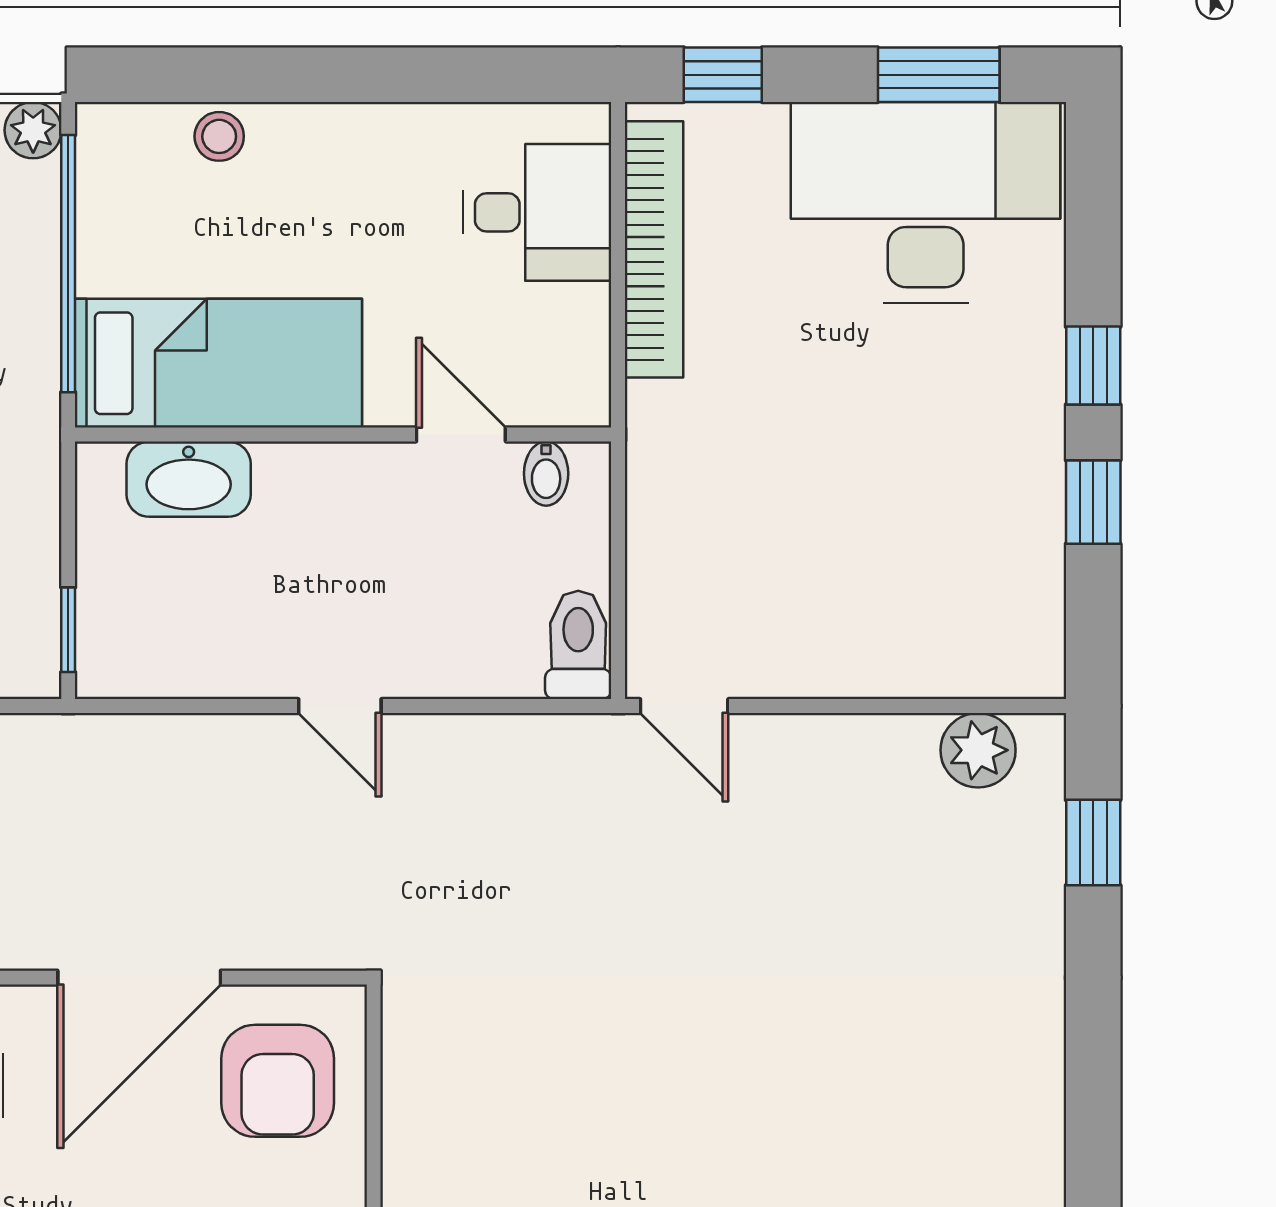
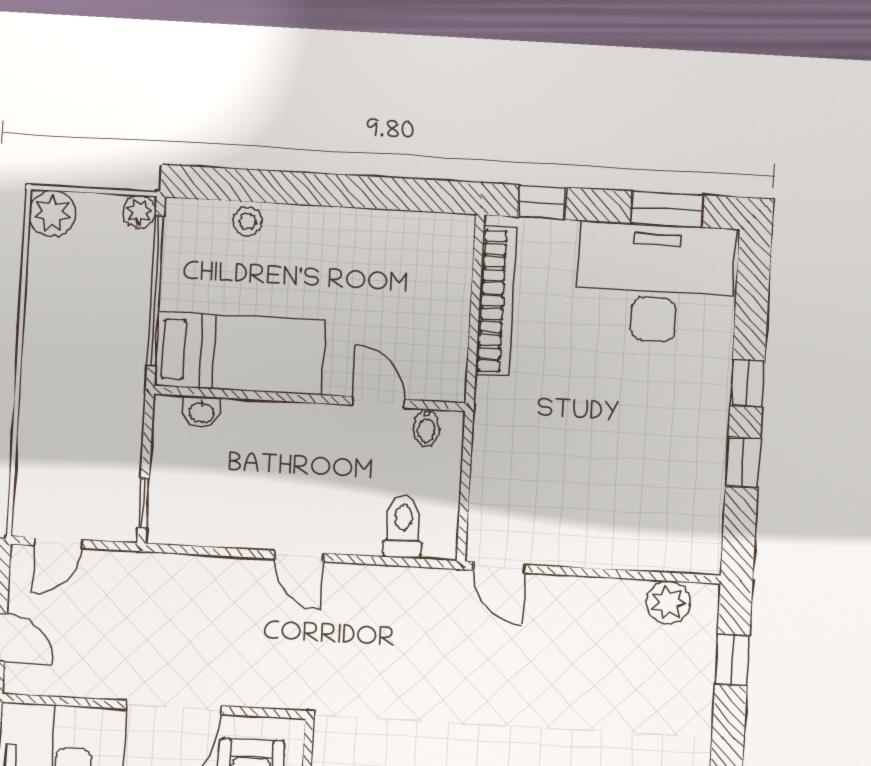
desk: (537, 212) -> (430, 276), removed
washbasin: (189, 479) -> (202, 412), width x0.52, depth x0.69
toilet: (578, 645) -> (403, 526), moved

